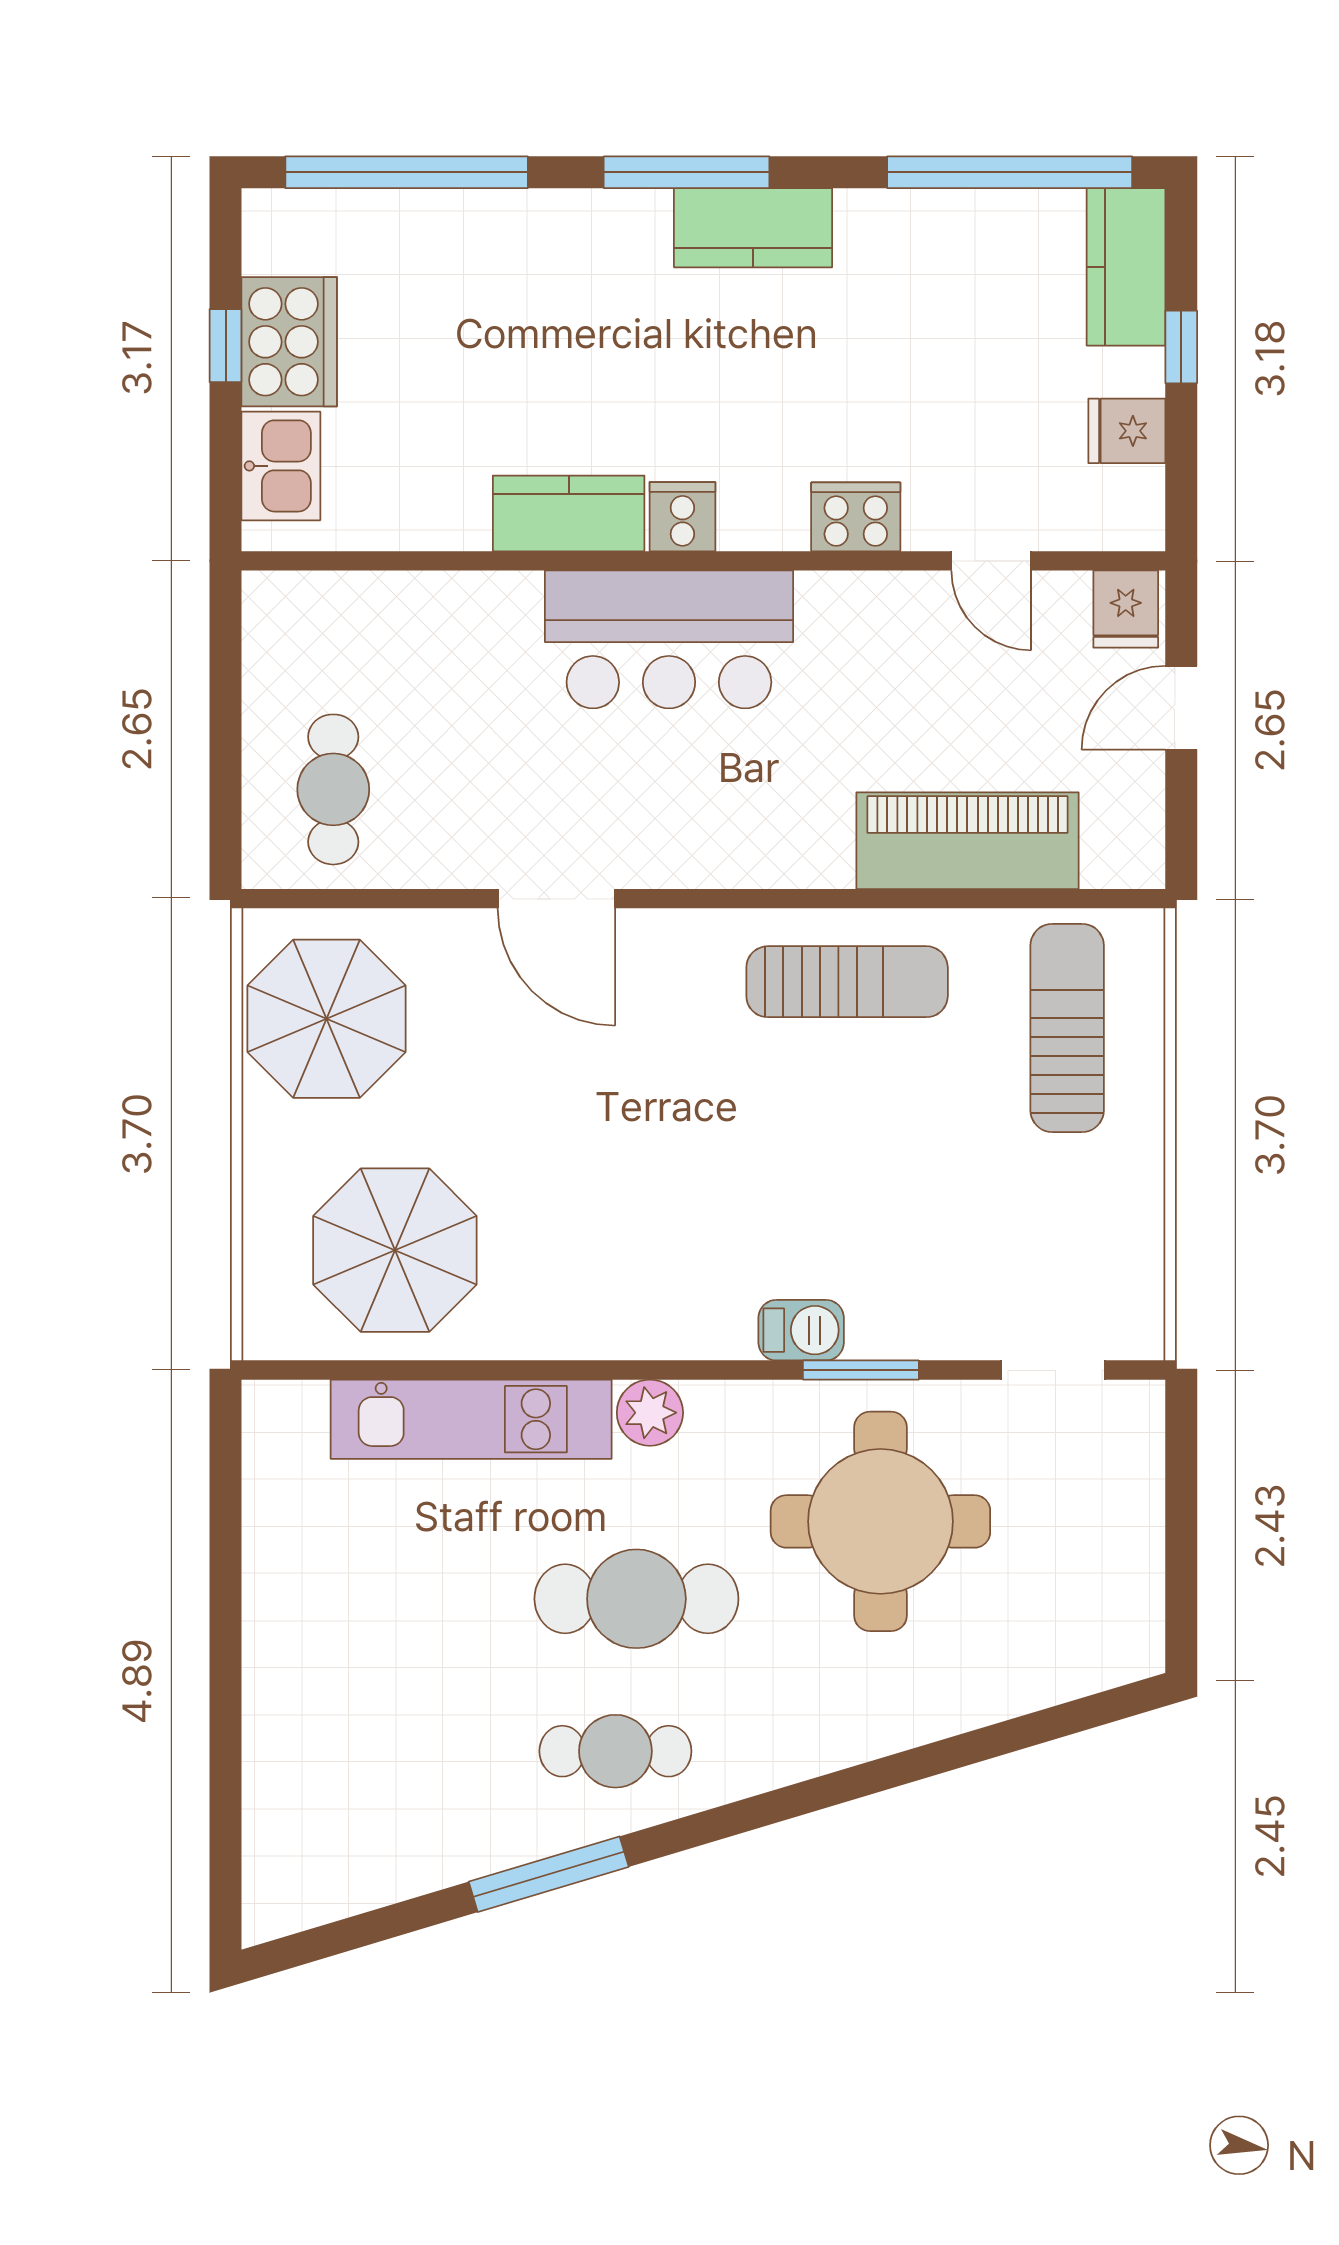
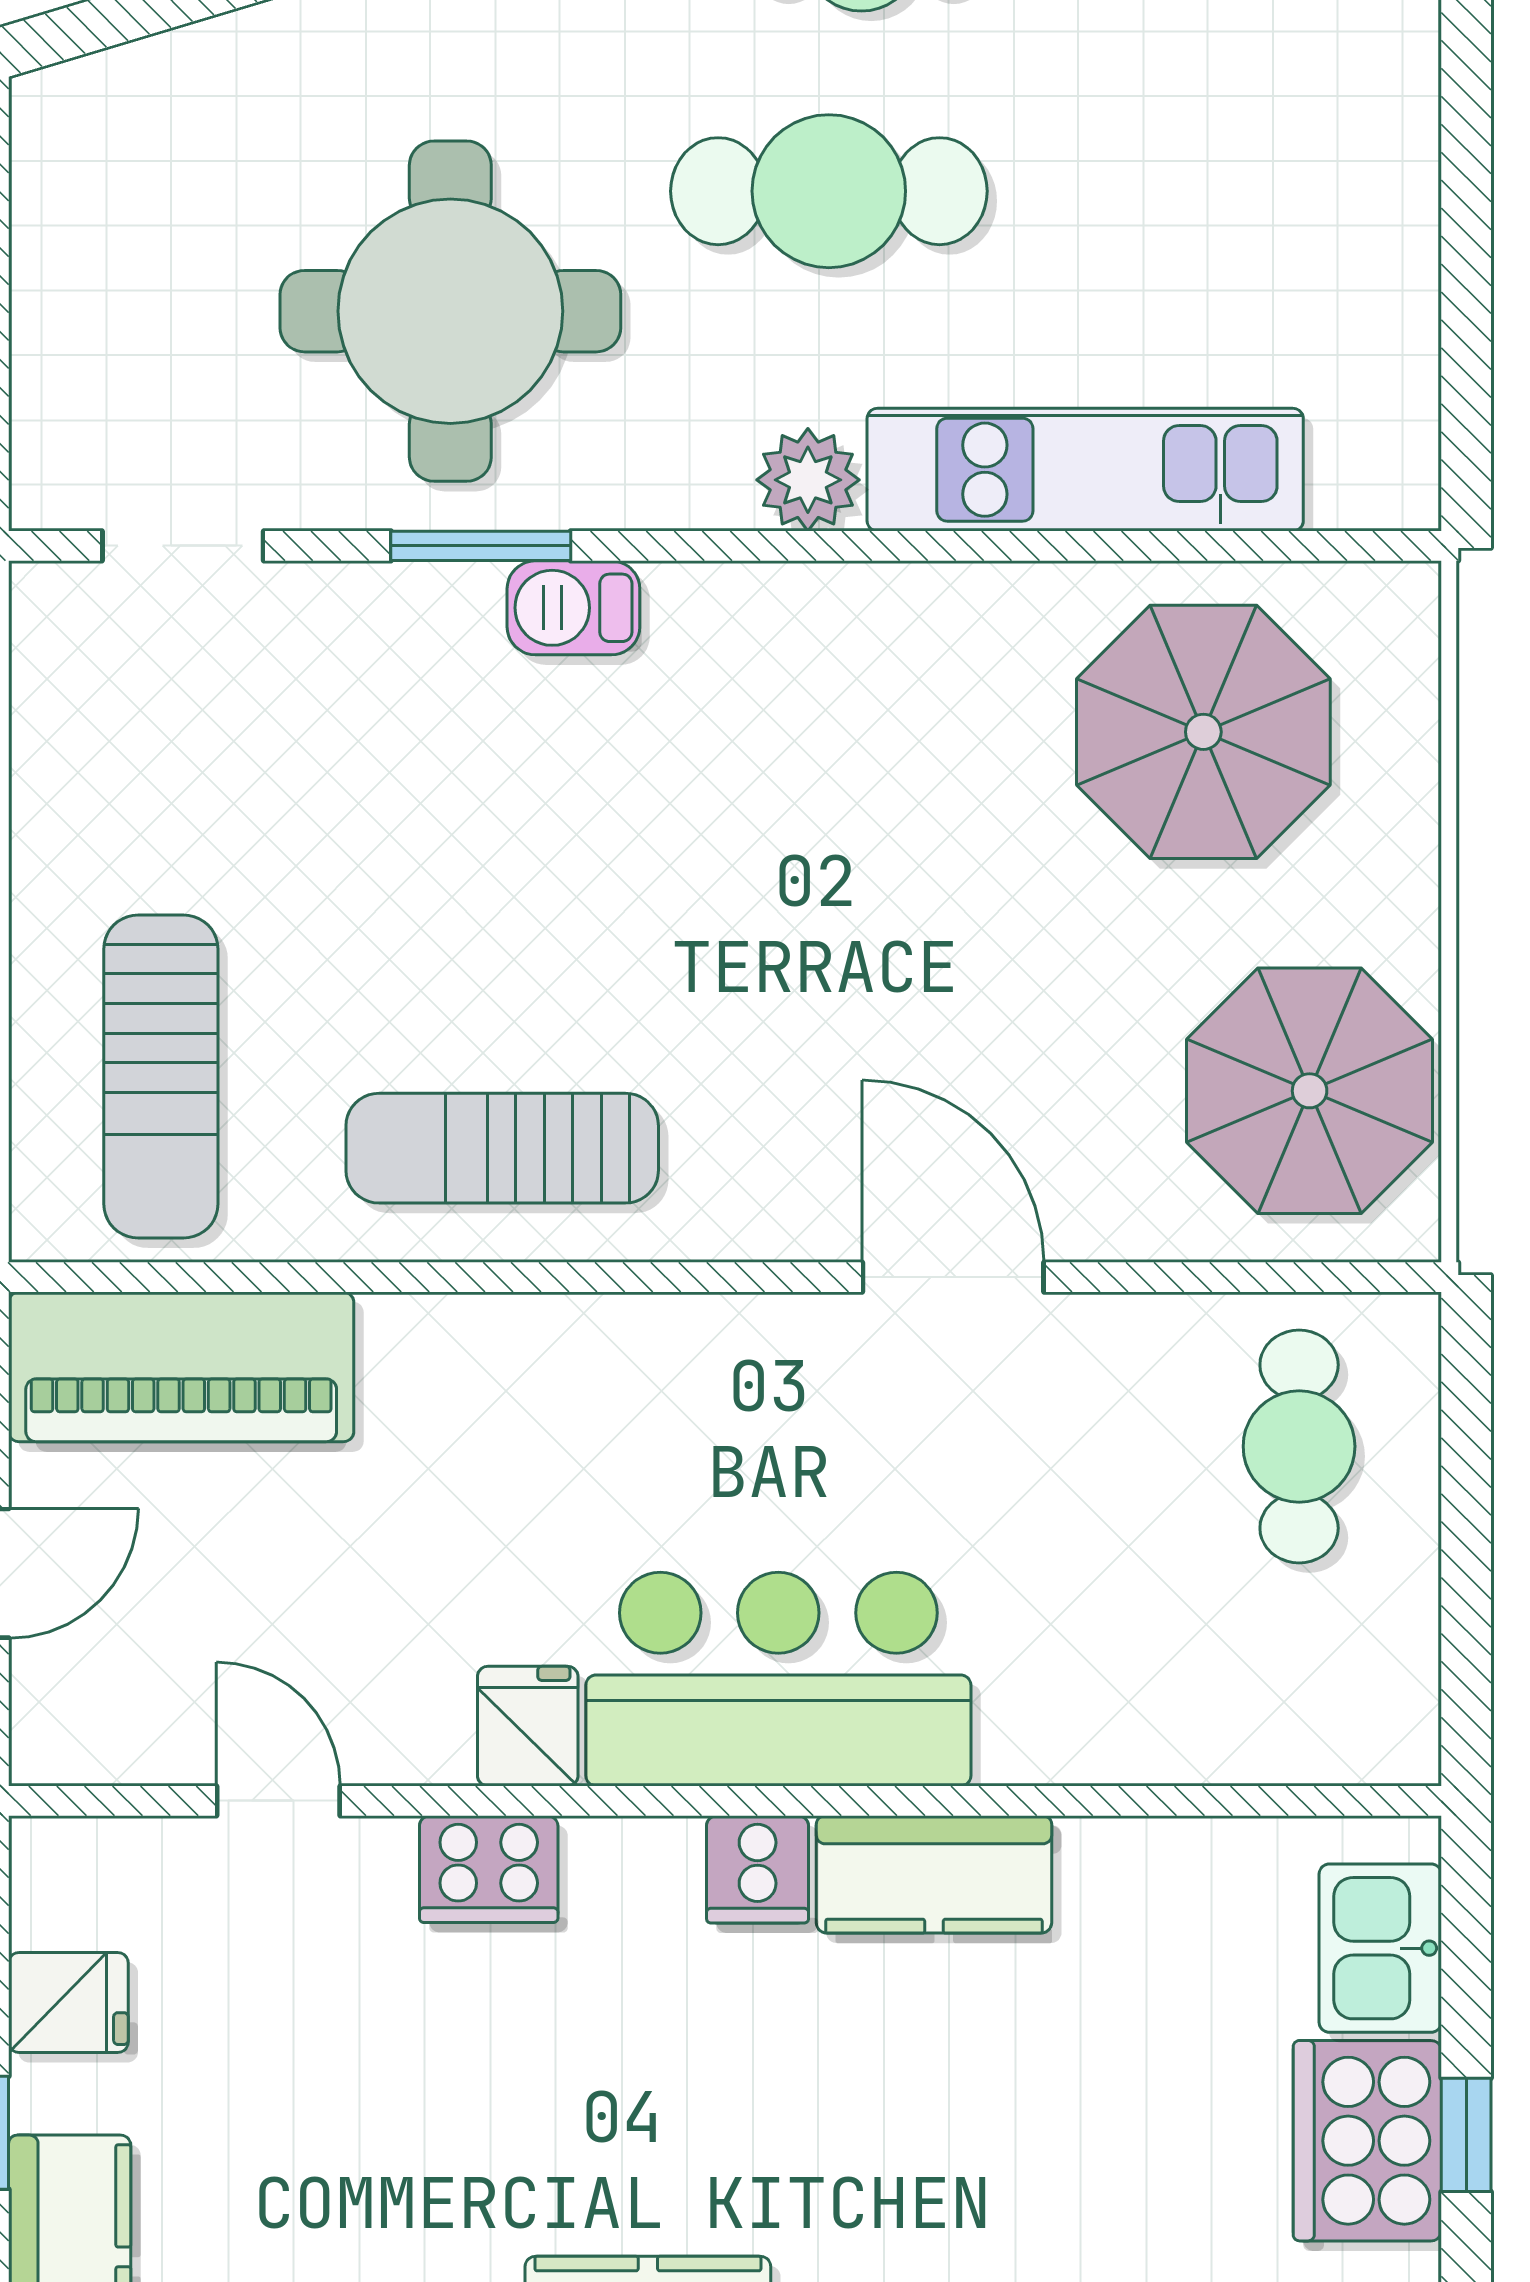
fridge: (1126, 609) -> (528, 1726), moved
piano: (967, 841) -> (181, 1367), moved

